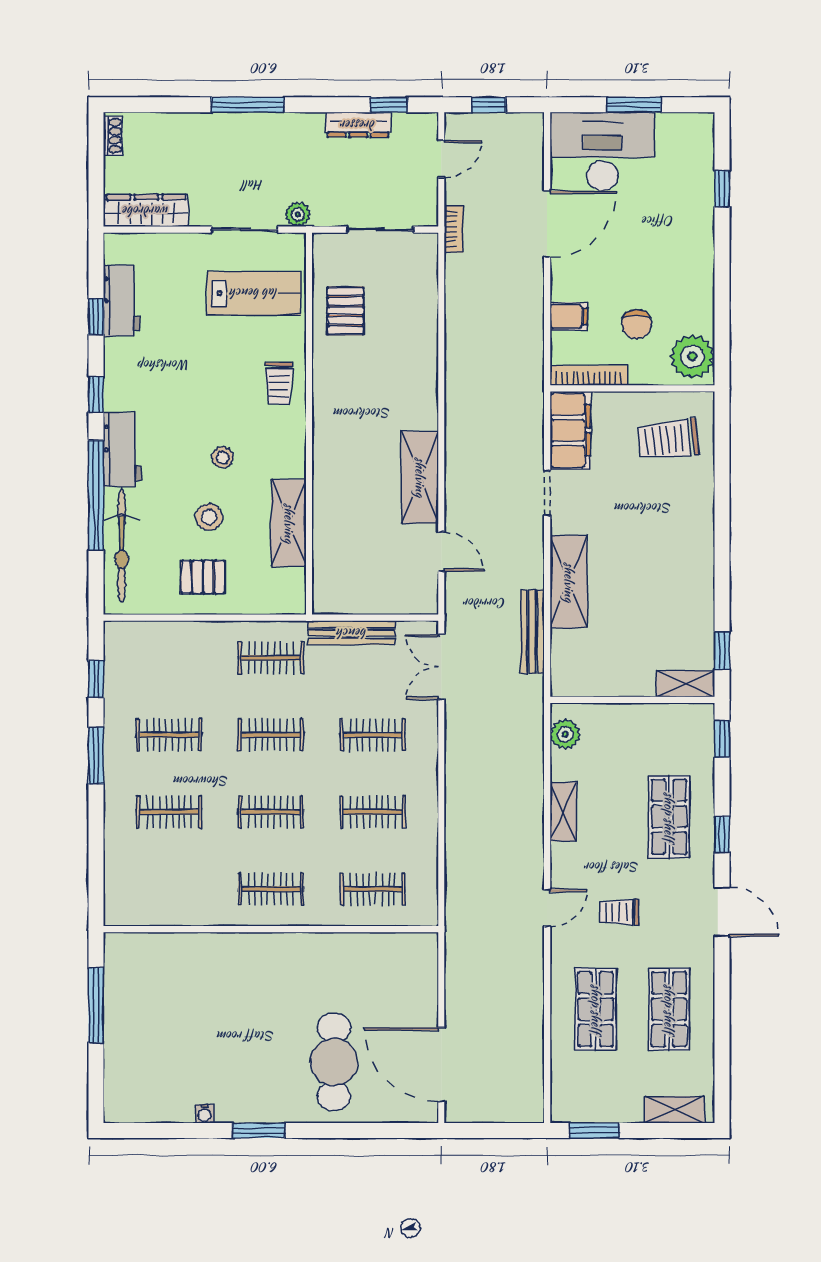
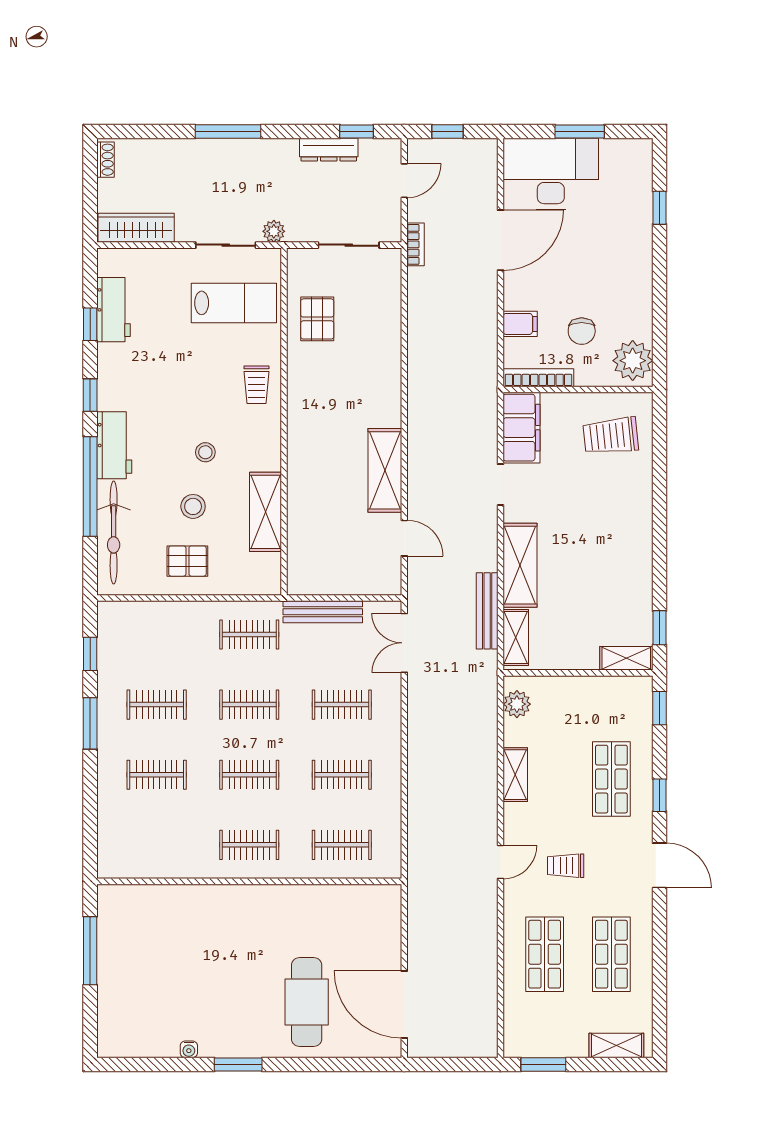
shelving: (564, 661) -> (516, 638), added

